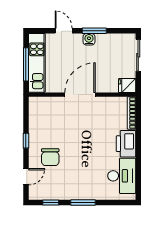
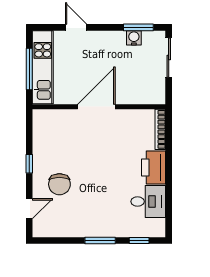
window: (94, 31) -> (138, 27), moved
water cooler: (89, 39) -> (134, 38), moved
fridge: (127, 86) -> (155, 95), removed
desk: (122, 176) -> (148, 201), width x0.73
window: (51, 202) -> (139, 240), moved

